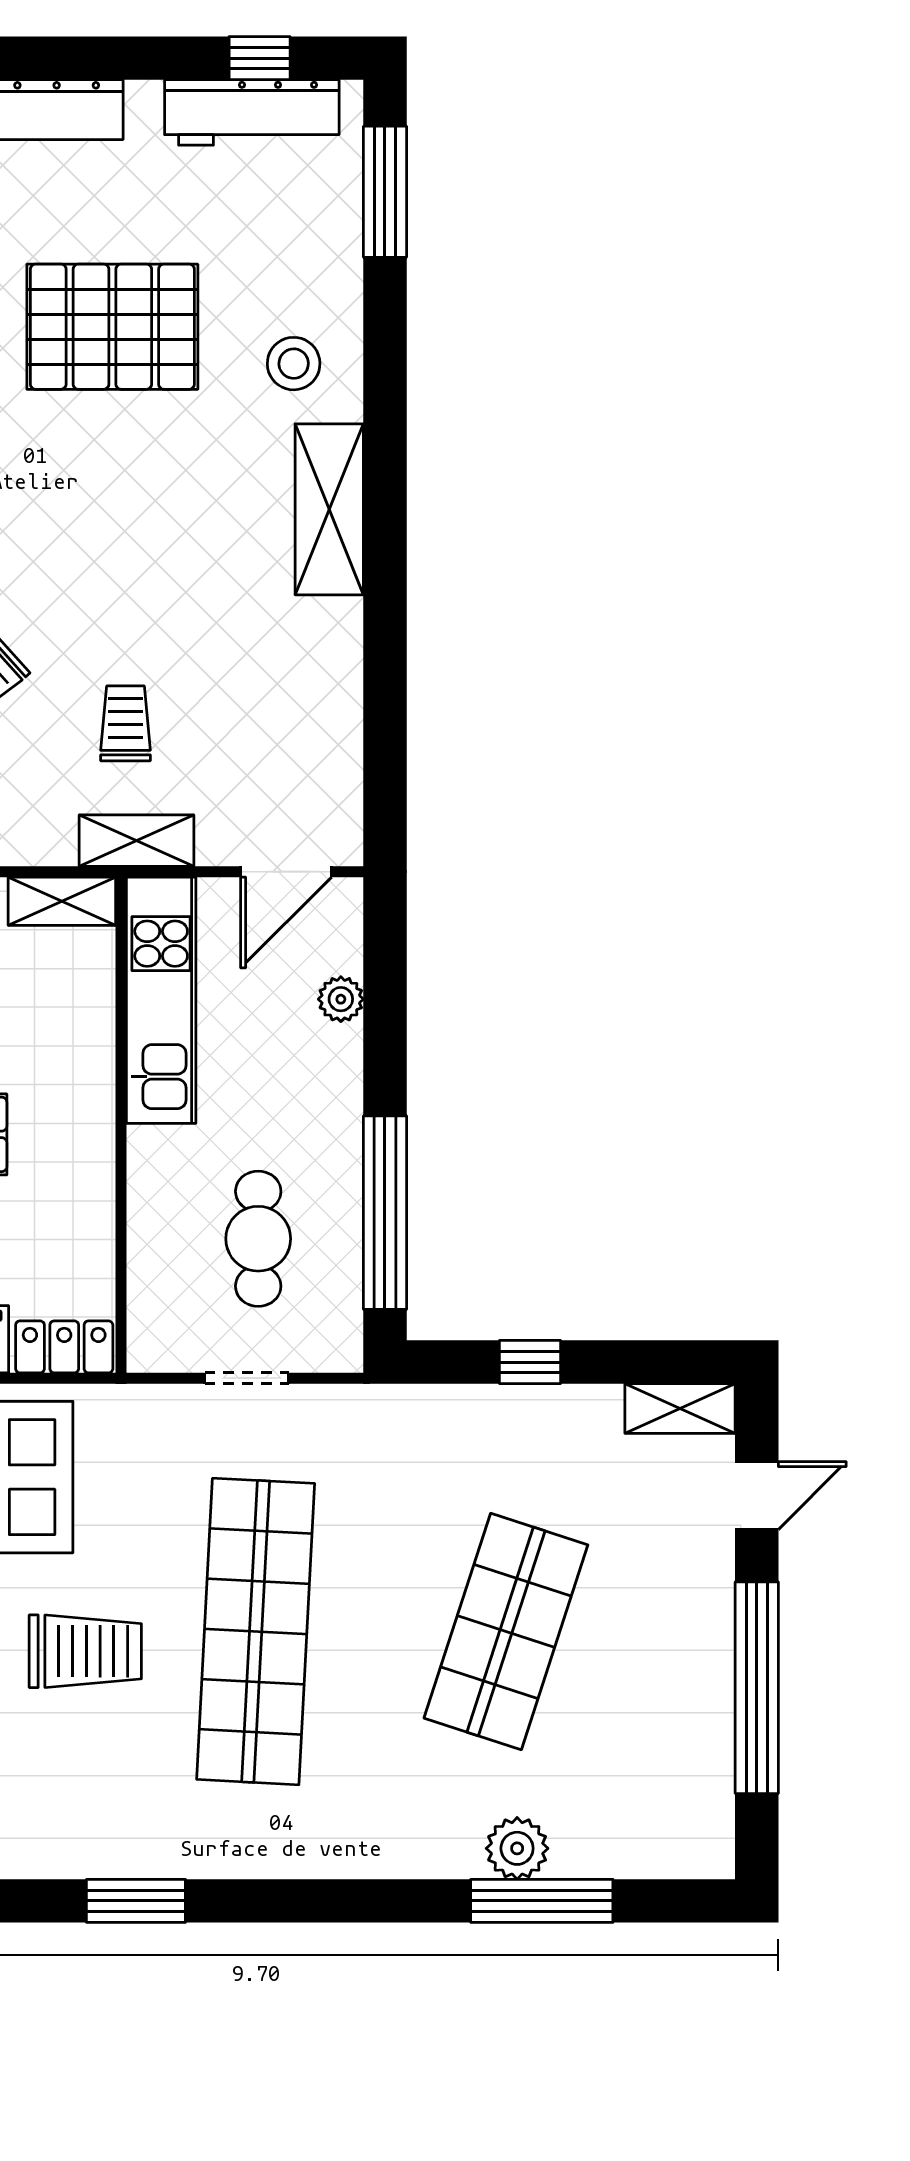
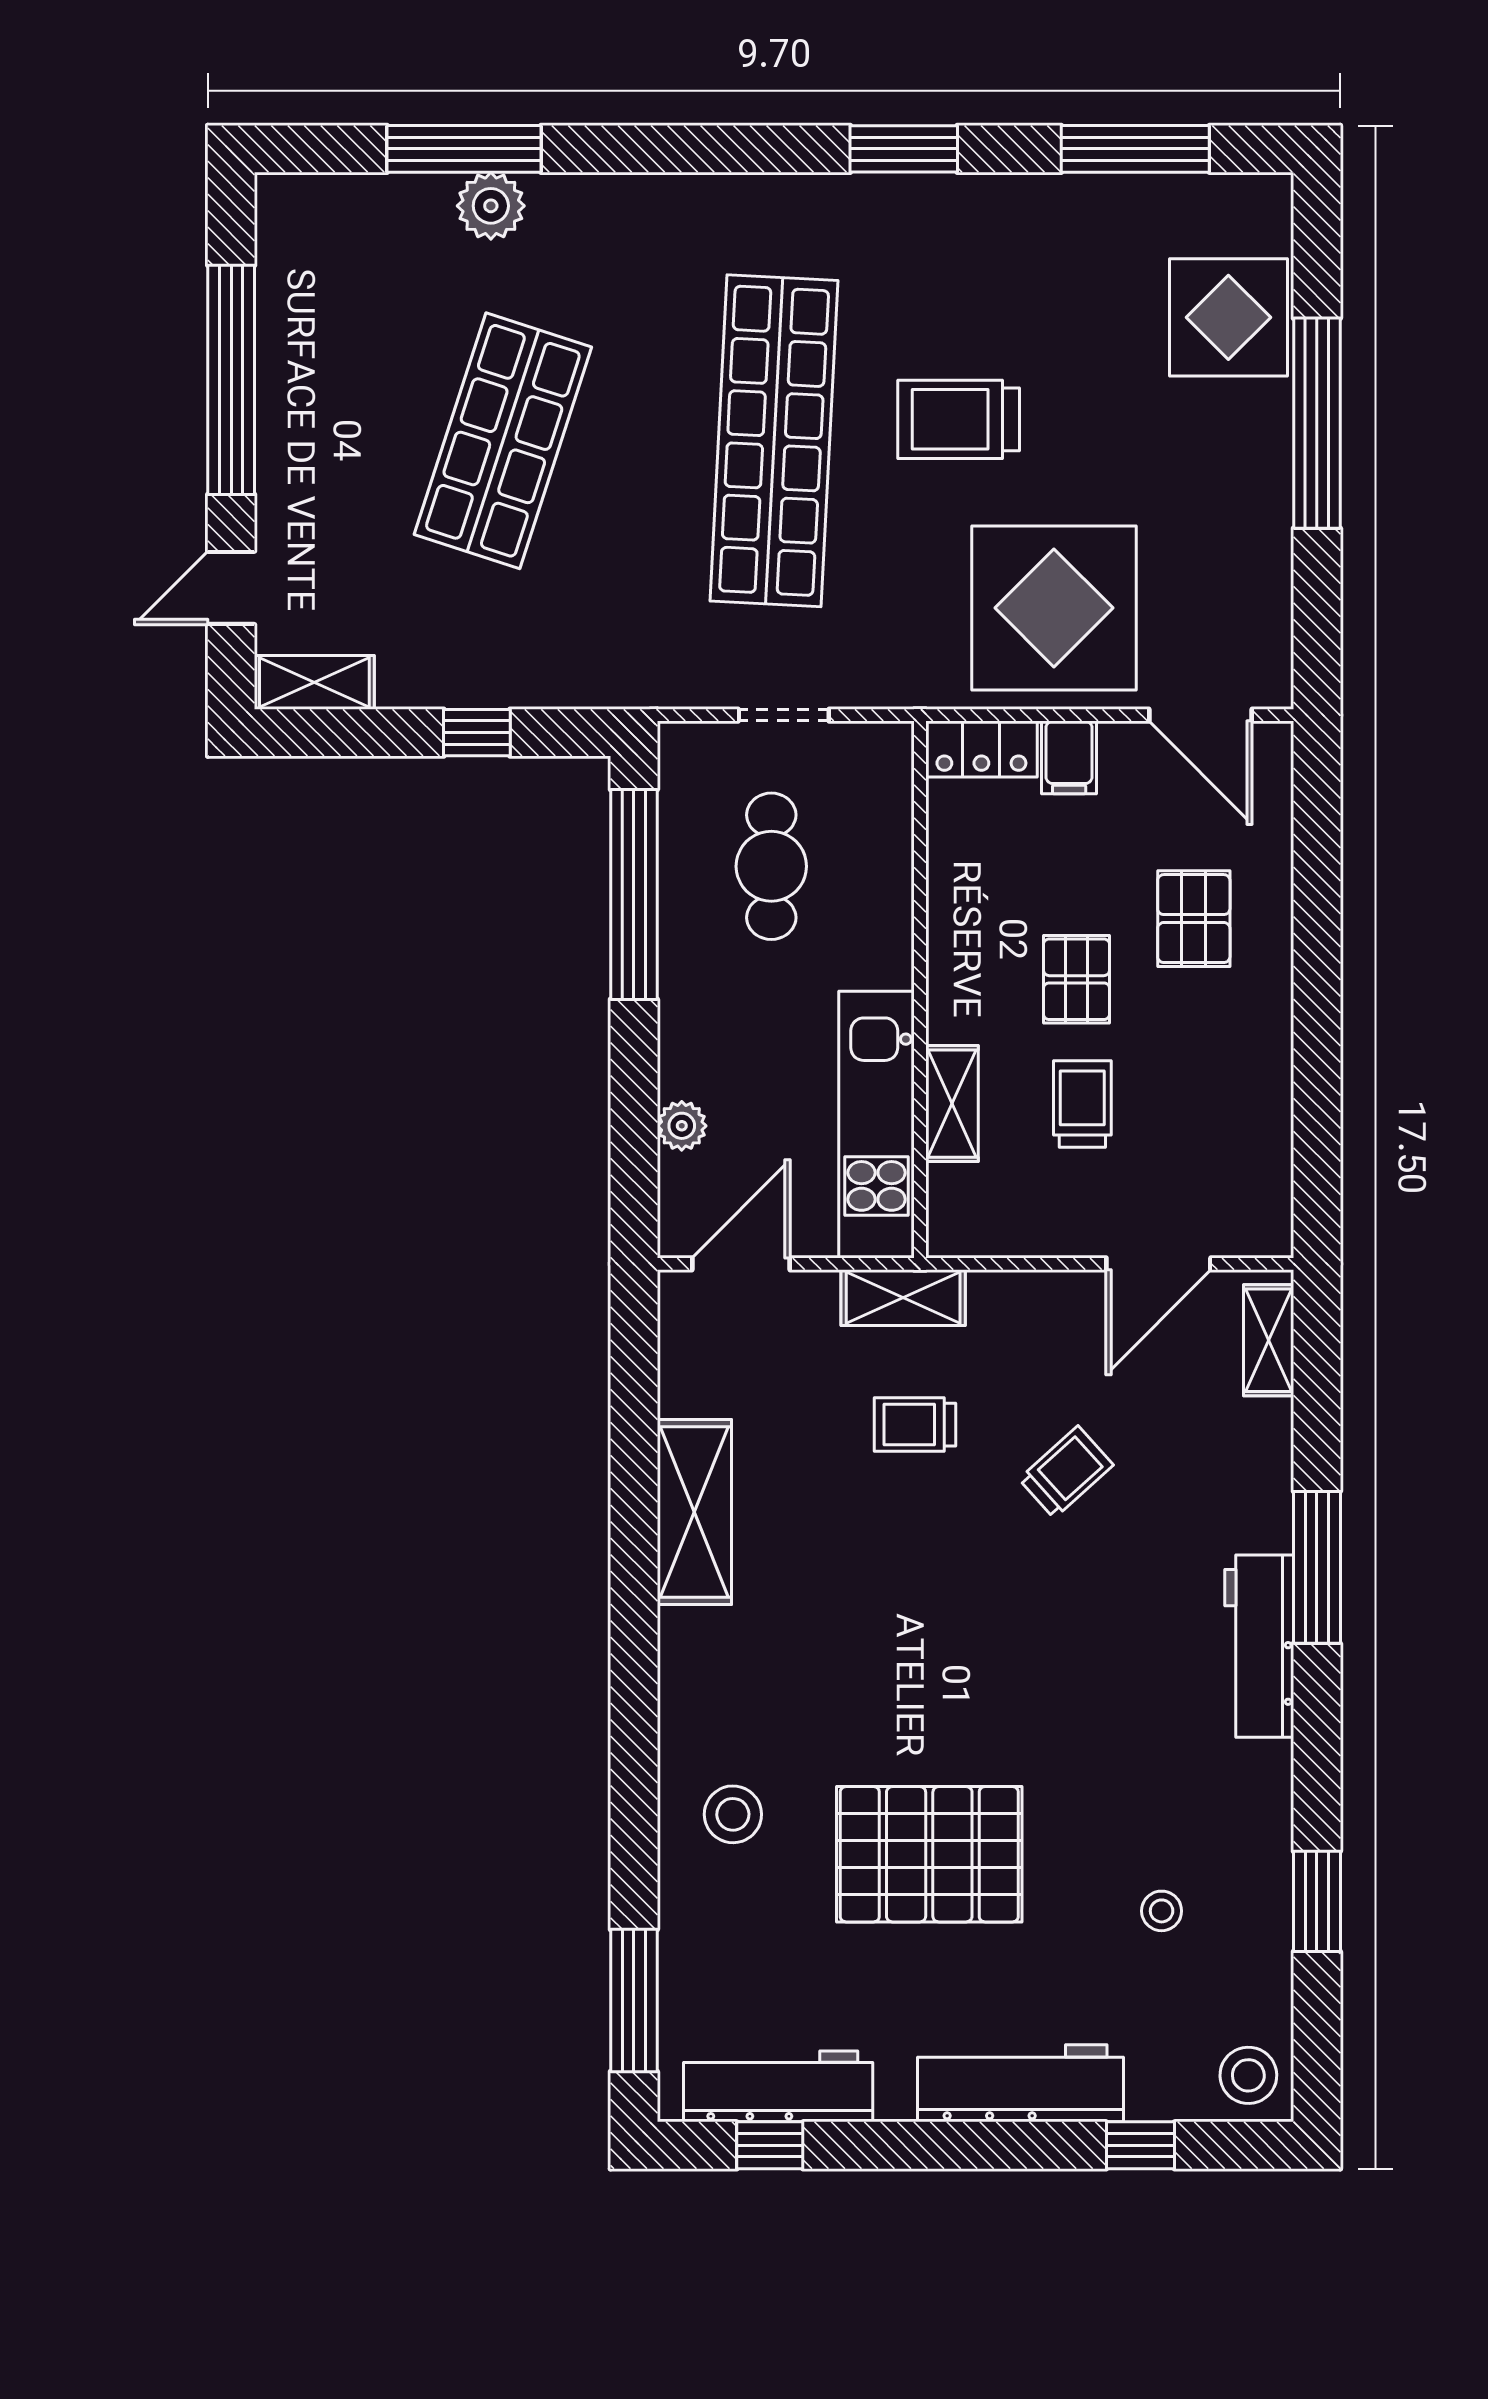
shelving: (329, 509) -> (694, 1512), moved
trolley: (126, 723) -> (915, 1425), turned 90
shelving: (62, 901) -> (952, 1104), moved, turned 90

